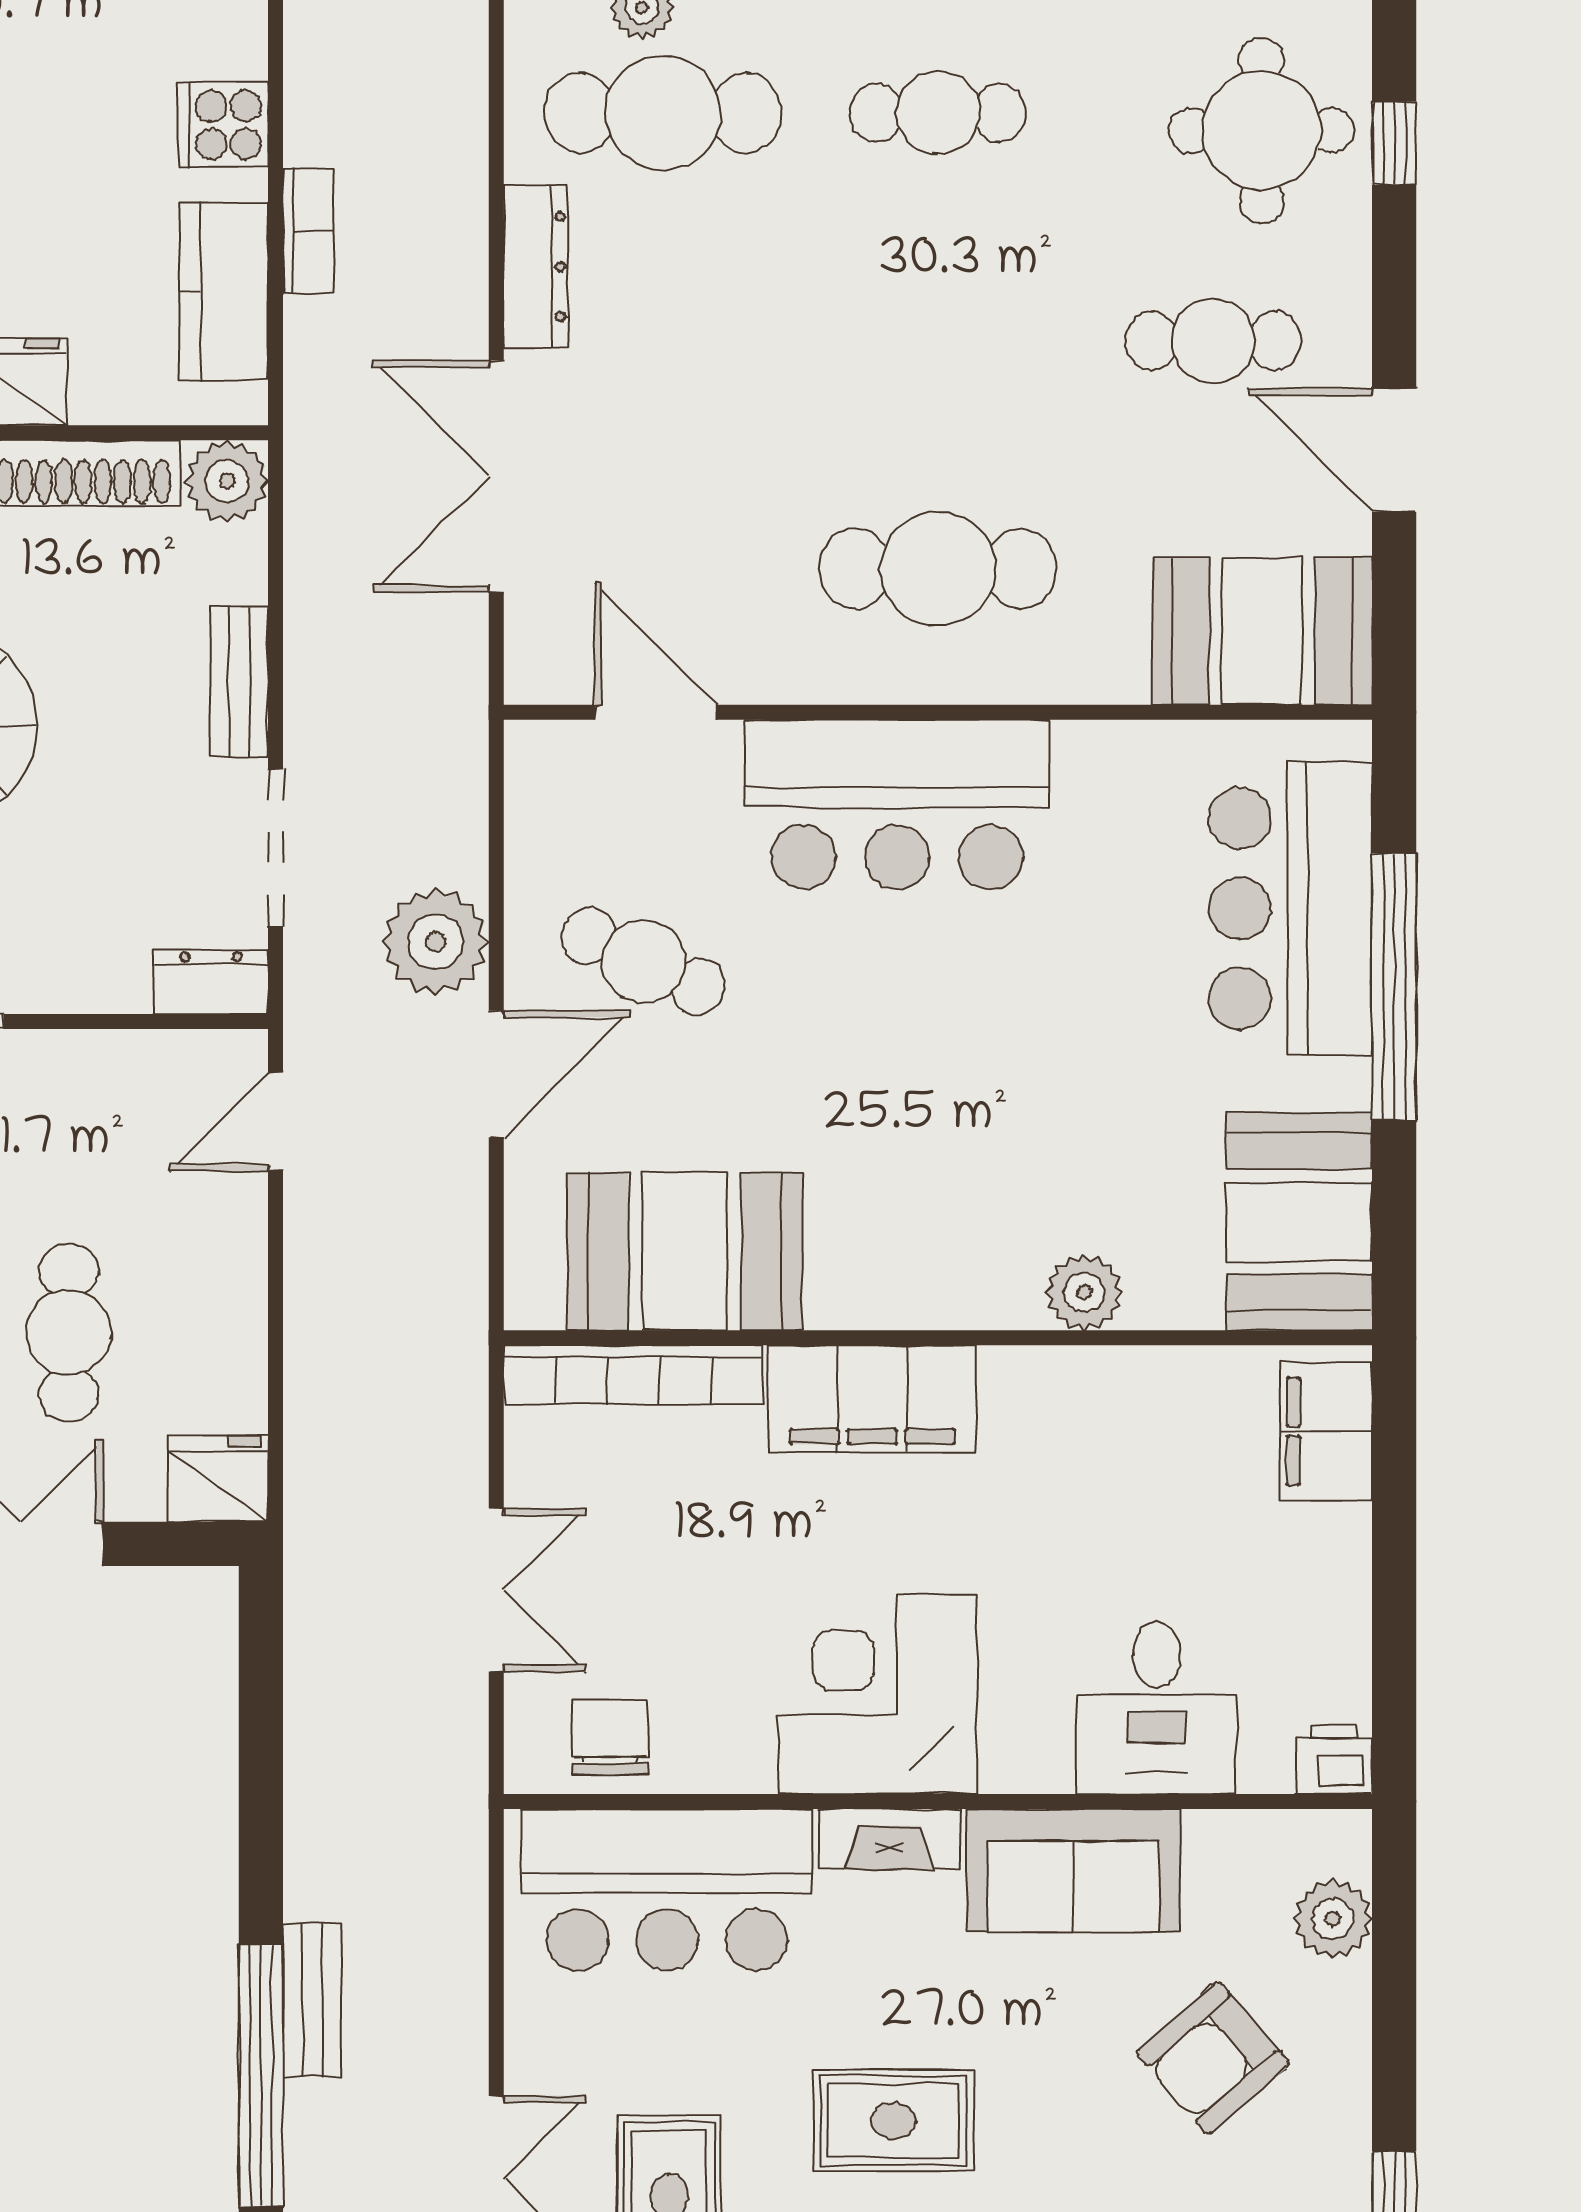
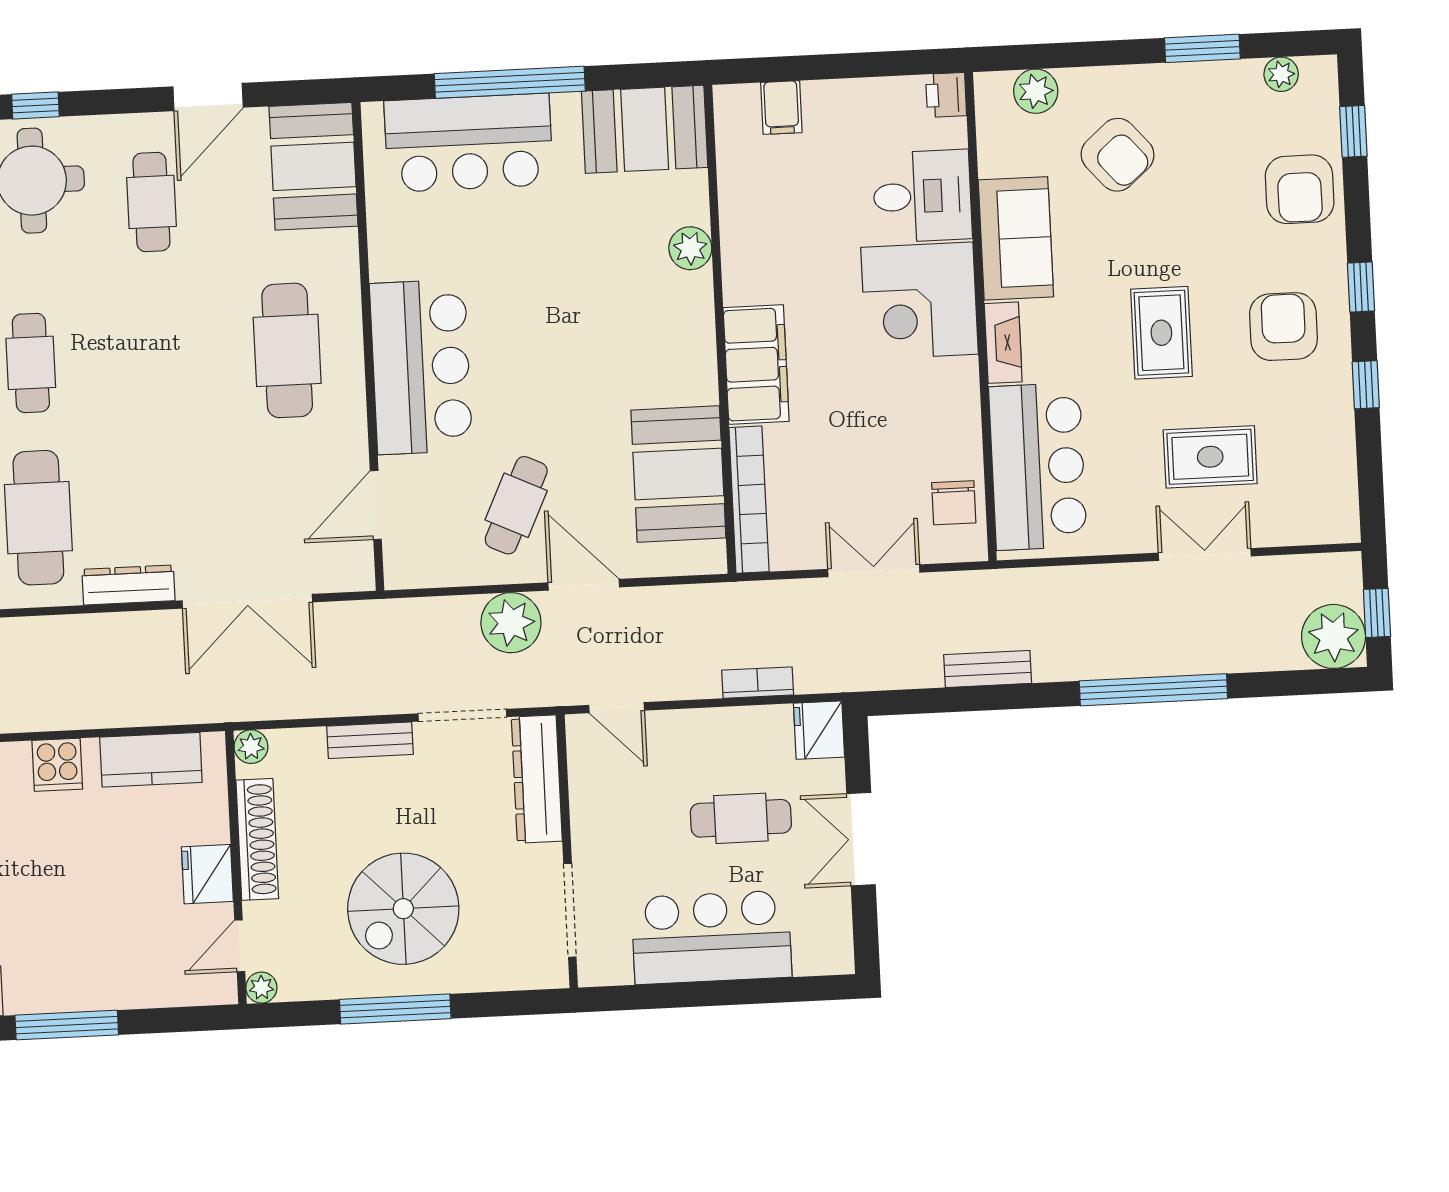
bookcase: (308, 231) -> (758, 683), moved
plant: (227, 481) -> (251, 747), width x0.73, depth x0.73
dresser: (211, 982) -> (537, 779), width x1.96, depth x1.24
filing cabinet: (1326, 1431) -> (781, 108), width x0.50
corner desk: (877, 1694) -> (919, 301), moved
chair: (610, 1737) -> (954, 503), turned -90
bench: (312, 2000) -> (988, 669), moved

